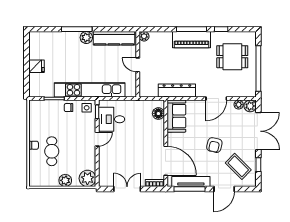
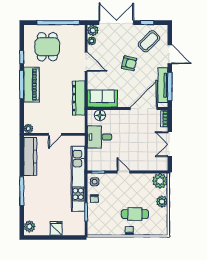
plant: (86, 38) -> (30, 227), moved
desk: (112, 119) -> (99, 137), moved, turned 90

